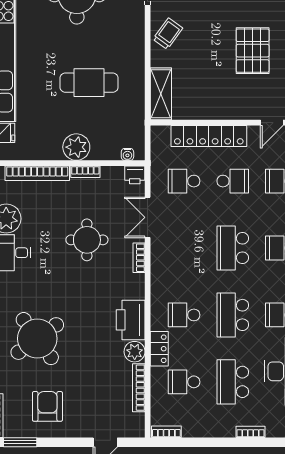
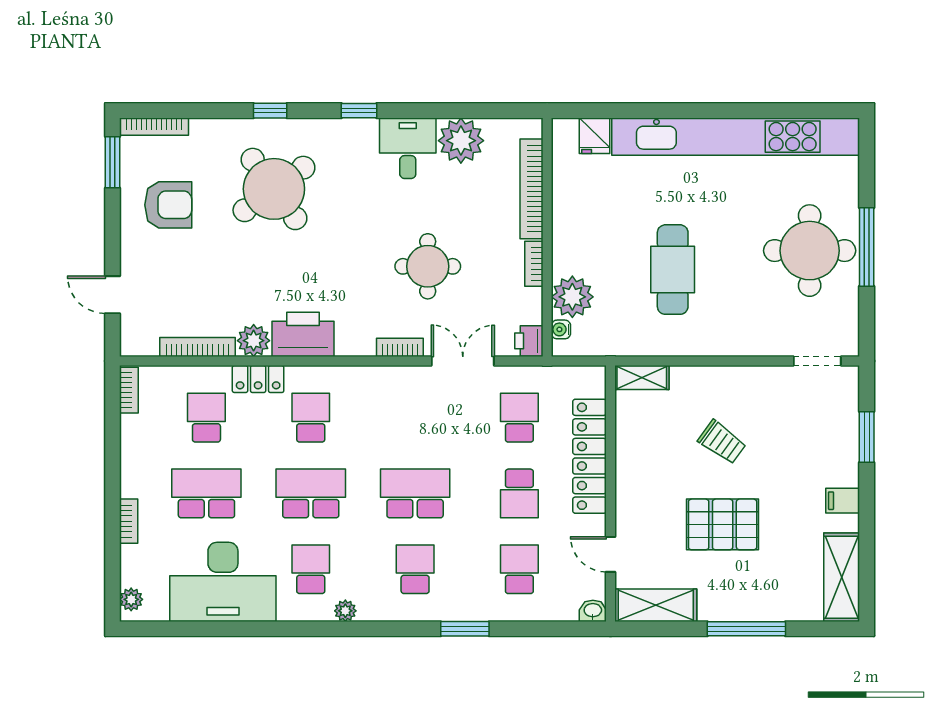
trolley: (168, 34) -> (722, 442), moved
shelving: (161, 94) -> (642, 378), width x0.67, depth x0.75
plant: (76, 147) -> (572, 297), moved

